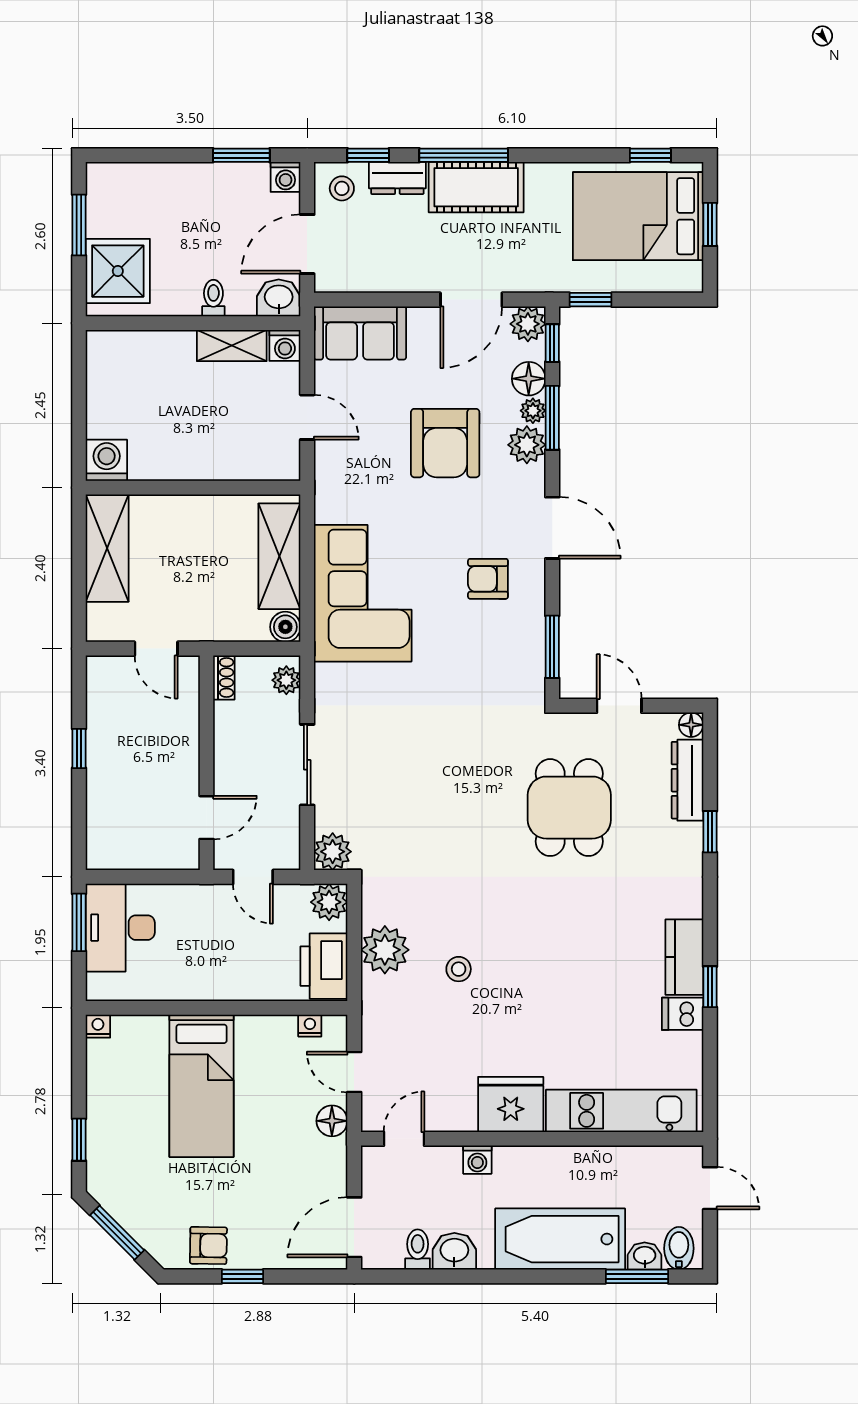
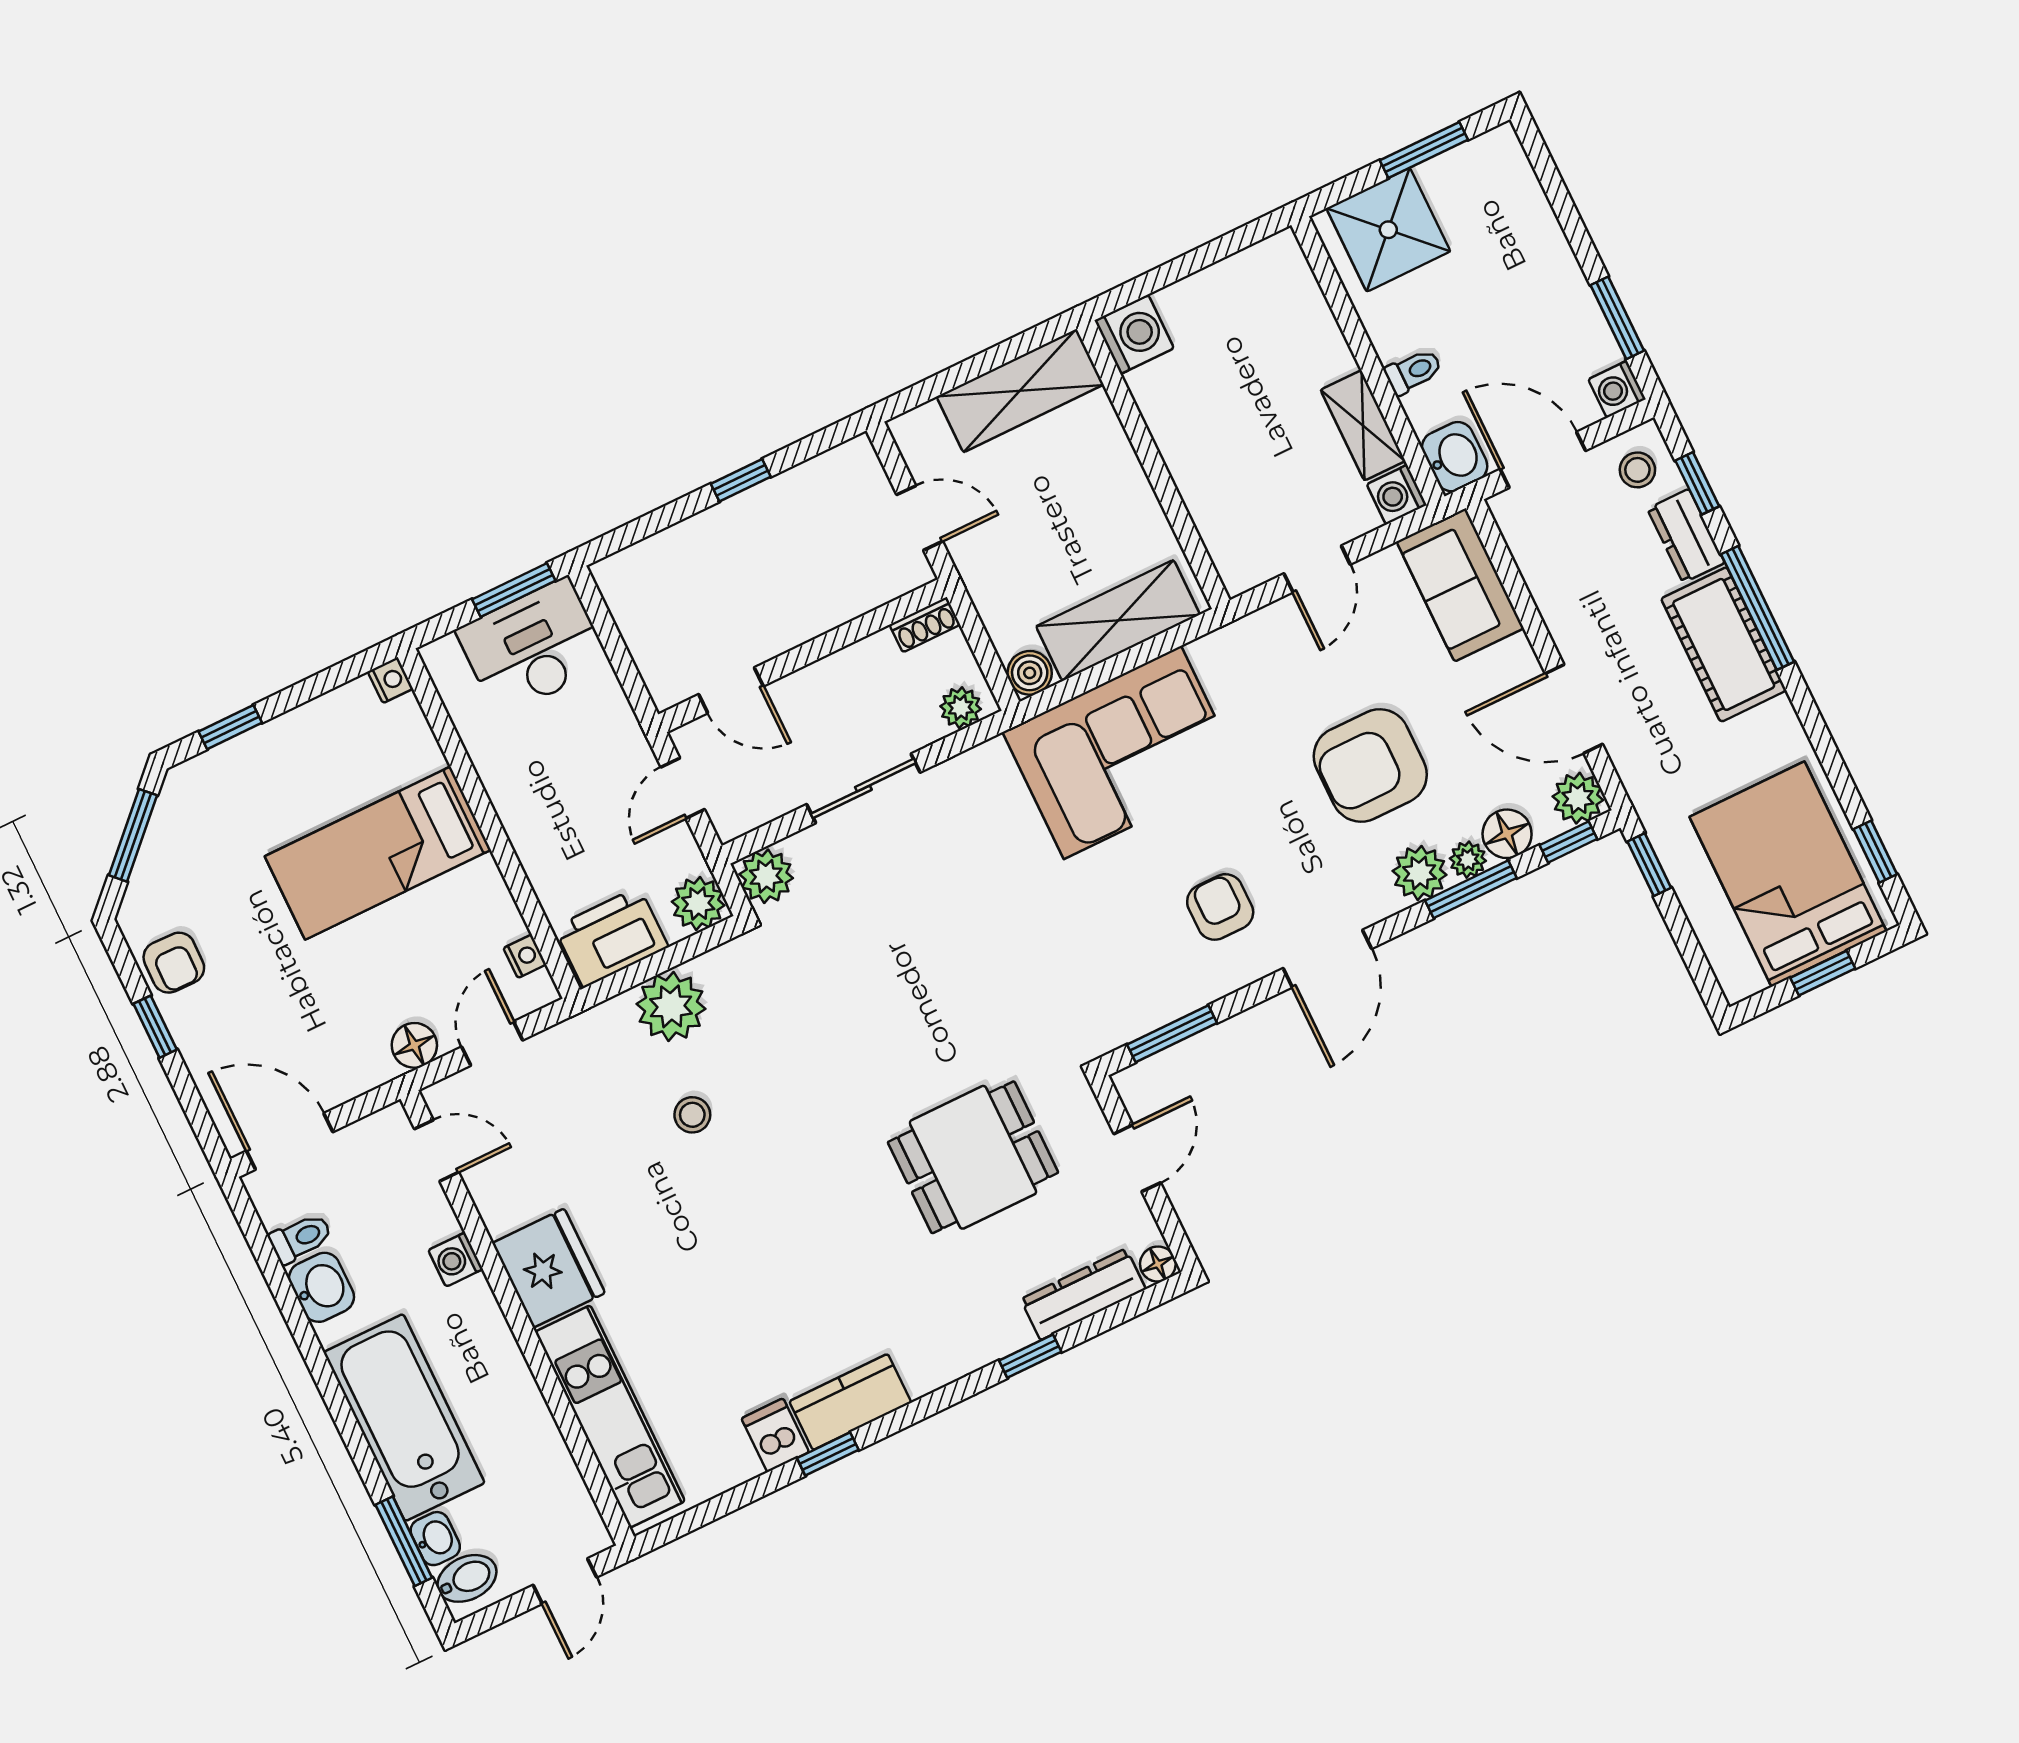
door: (156, 649) -> (920, 518), swing flipped

